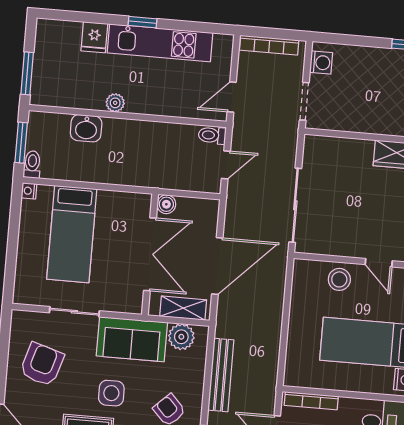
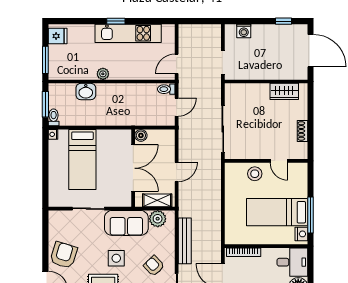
fridge: (94, 37) -> (58, 36), moved, turned -90
bookcase: (269, 45) -> (197, 29), removed
washing machine: (321, 63) -> (244, 31), moved, turned 90
door: (217, 266) -> (177, 172), width x0.53
armchair: (42, 364) -> (64, 255), moved

